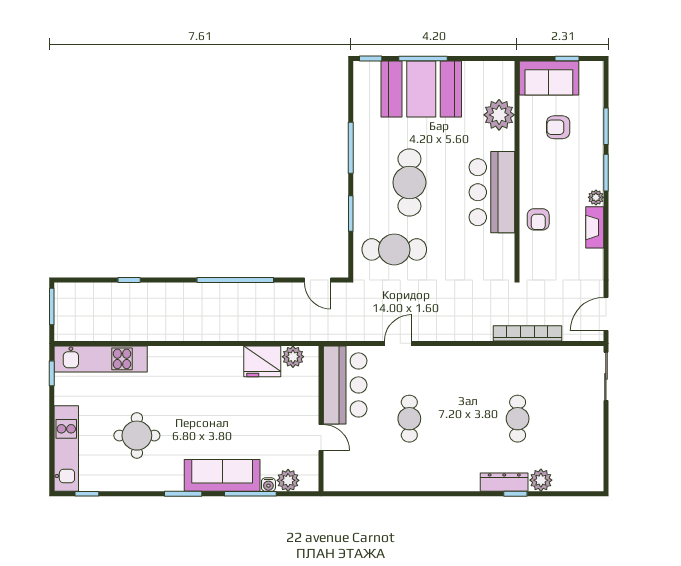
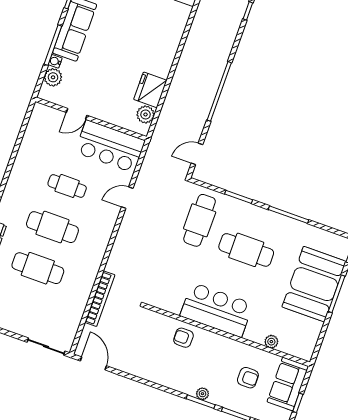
plant: (499, 115) -> (271, 342), width x0.53, depth x0.53
armchair: (558, 127) -> (248, 378), turned 90
plant: (596, 197) -> (202, 394), moved
fireplace: (595, 227) -> (162, 378), removed
door: (398, 343) -> (127, 198), swing flipped
cafe table: (463, 419) -> (52, 227), added
cafe table: (518, 419) -> (38, 268), width x1.37, depth x1.35

